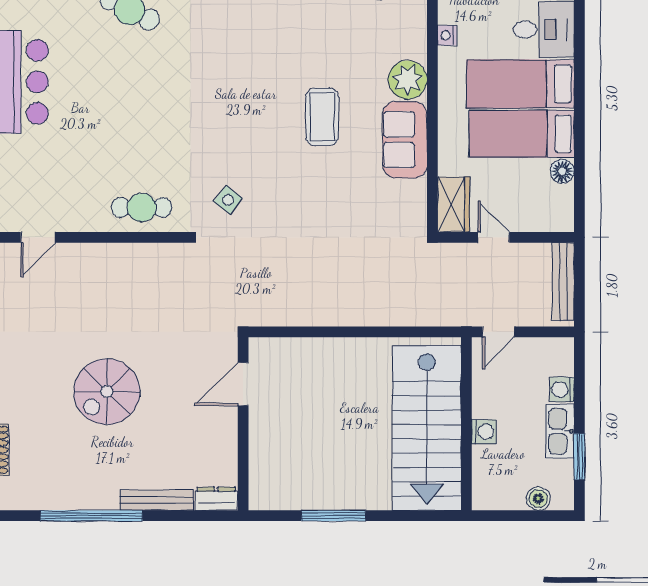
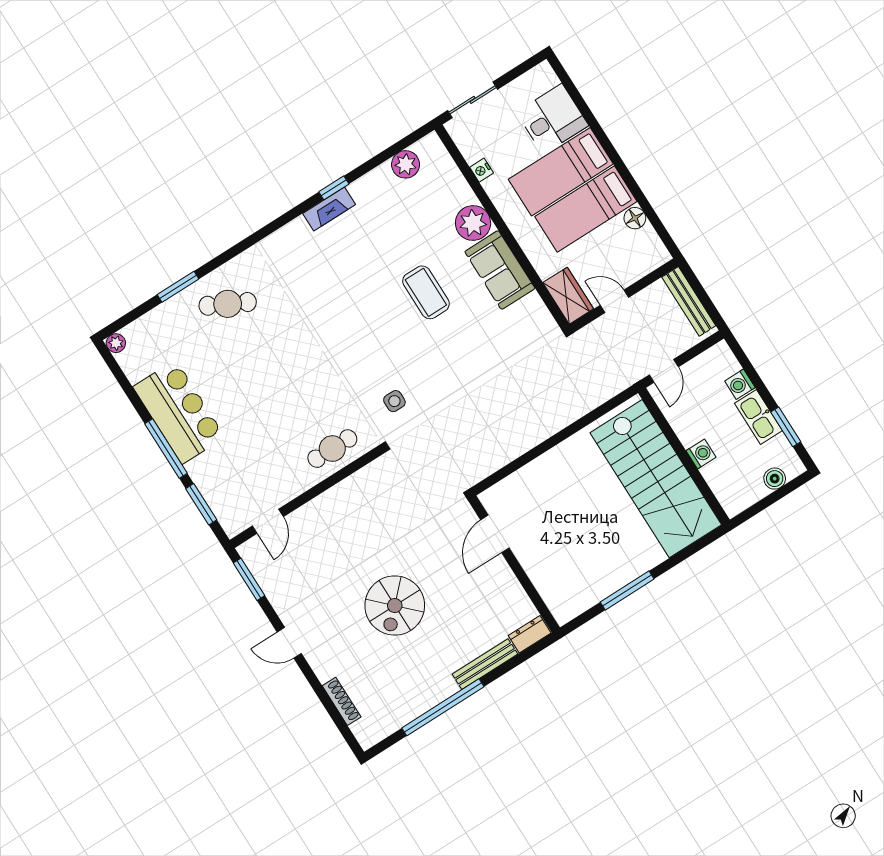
side table: (228, 200) -> (394, 401), turned -38

